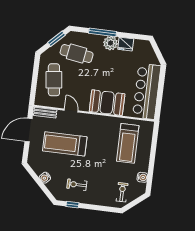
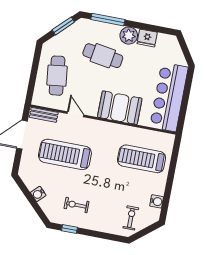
window: (103, 32) -> (108, 20), moved
cafe table: (77, 54) -> (103, 56), moved
treadmill: (128, 143) -> (142, 159), turned 90

